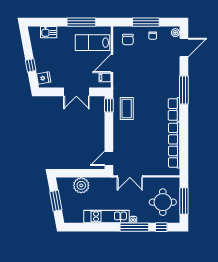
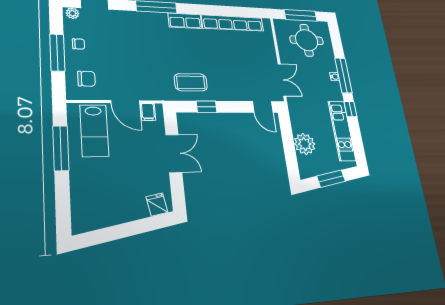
kitchen sink: (49, 32) -> (80, 200), removed
window: (31, 65) -> (138, 227), removed
window: (109, 105) -> (206, 107), moved
kitchen unit: (106, 217) -> (342, 131), moved
window: (161, 227) -> (350, 109), moved

